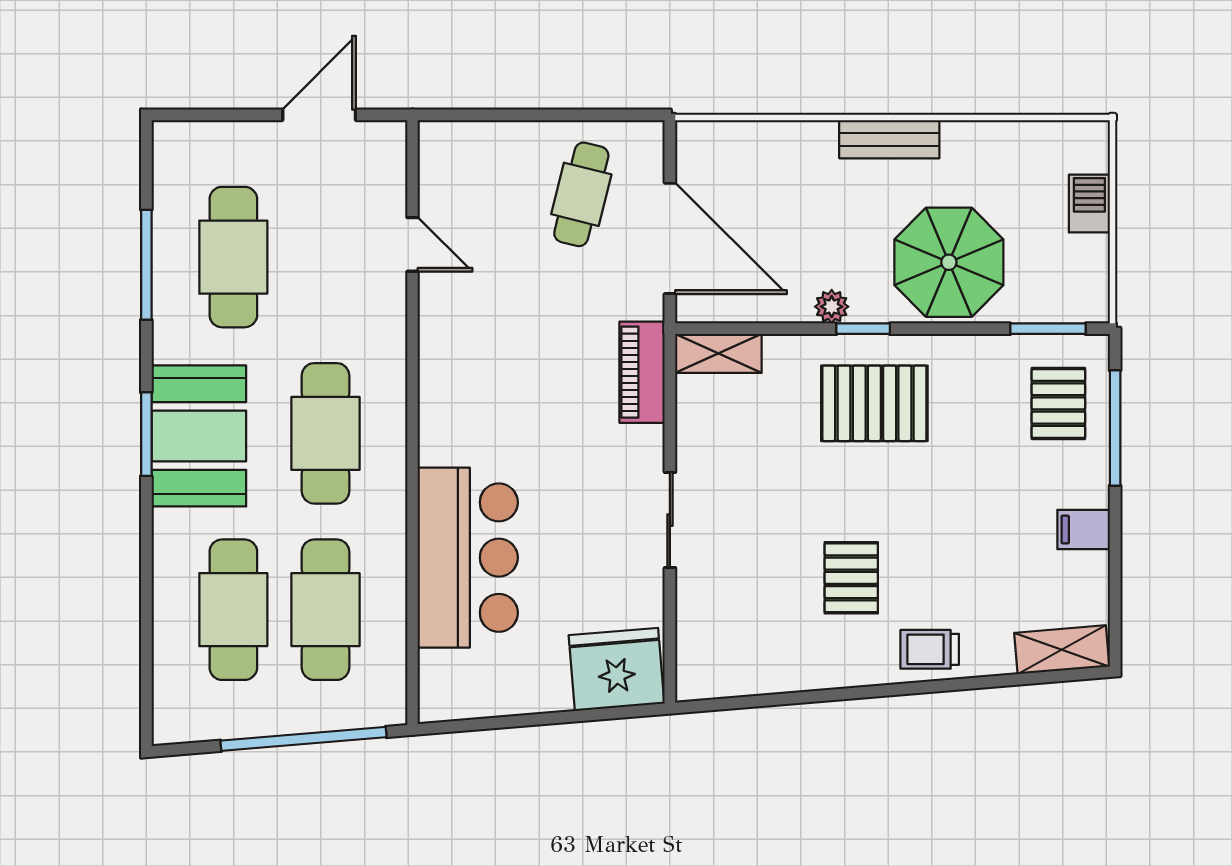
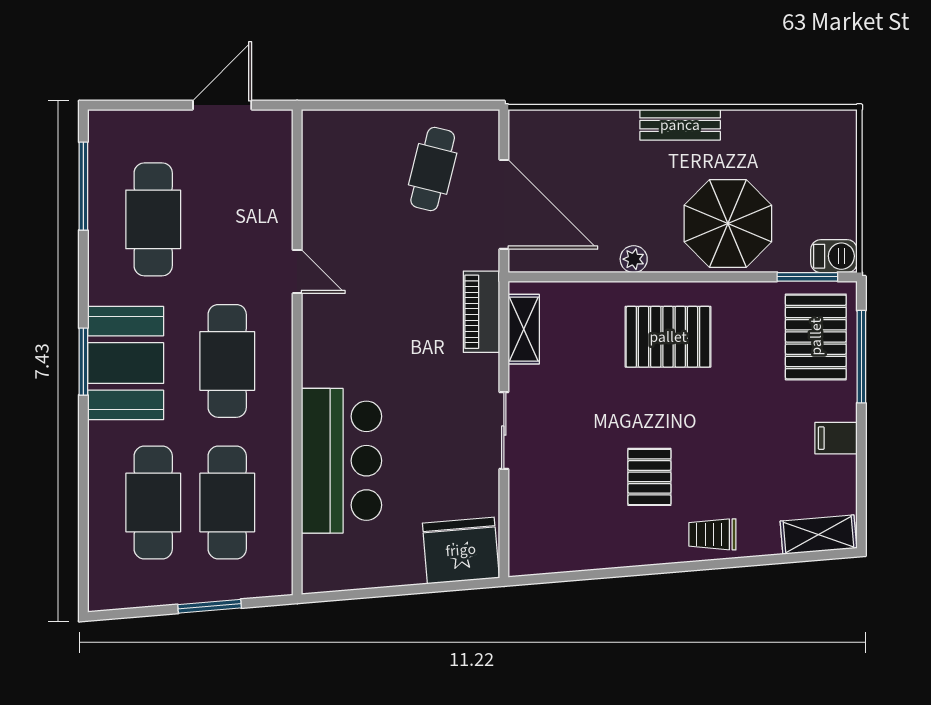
barbecue: (1089, 204) -> (834, 256), moved, turned 90
door: (413, 244) -> (297, 272), moved
window: (146, 265) -> (83, 186), moved
window: (863, 329) -> (659, 277), removed
shelving: (718, 353) -> (524, 329), moved, turned 90
pallet: (1058, 403) -> (816, 337), width x1.50, depth x1.42
window: (303, 739) -> (210, 606), width x0.47

